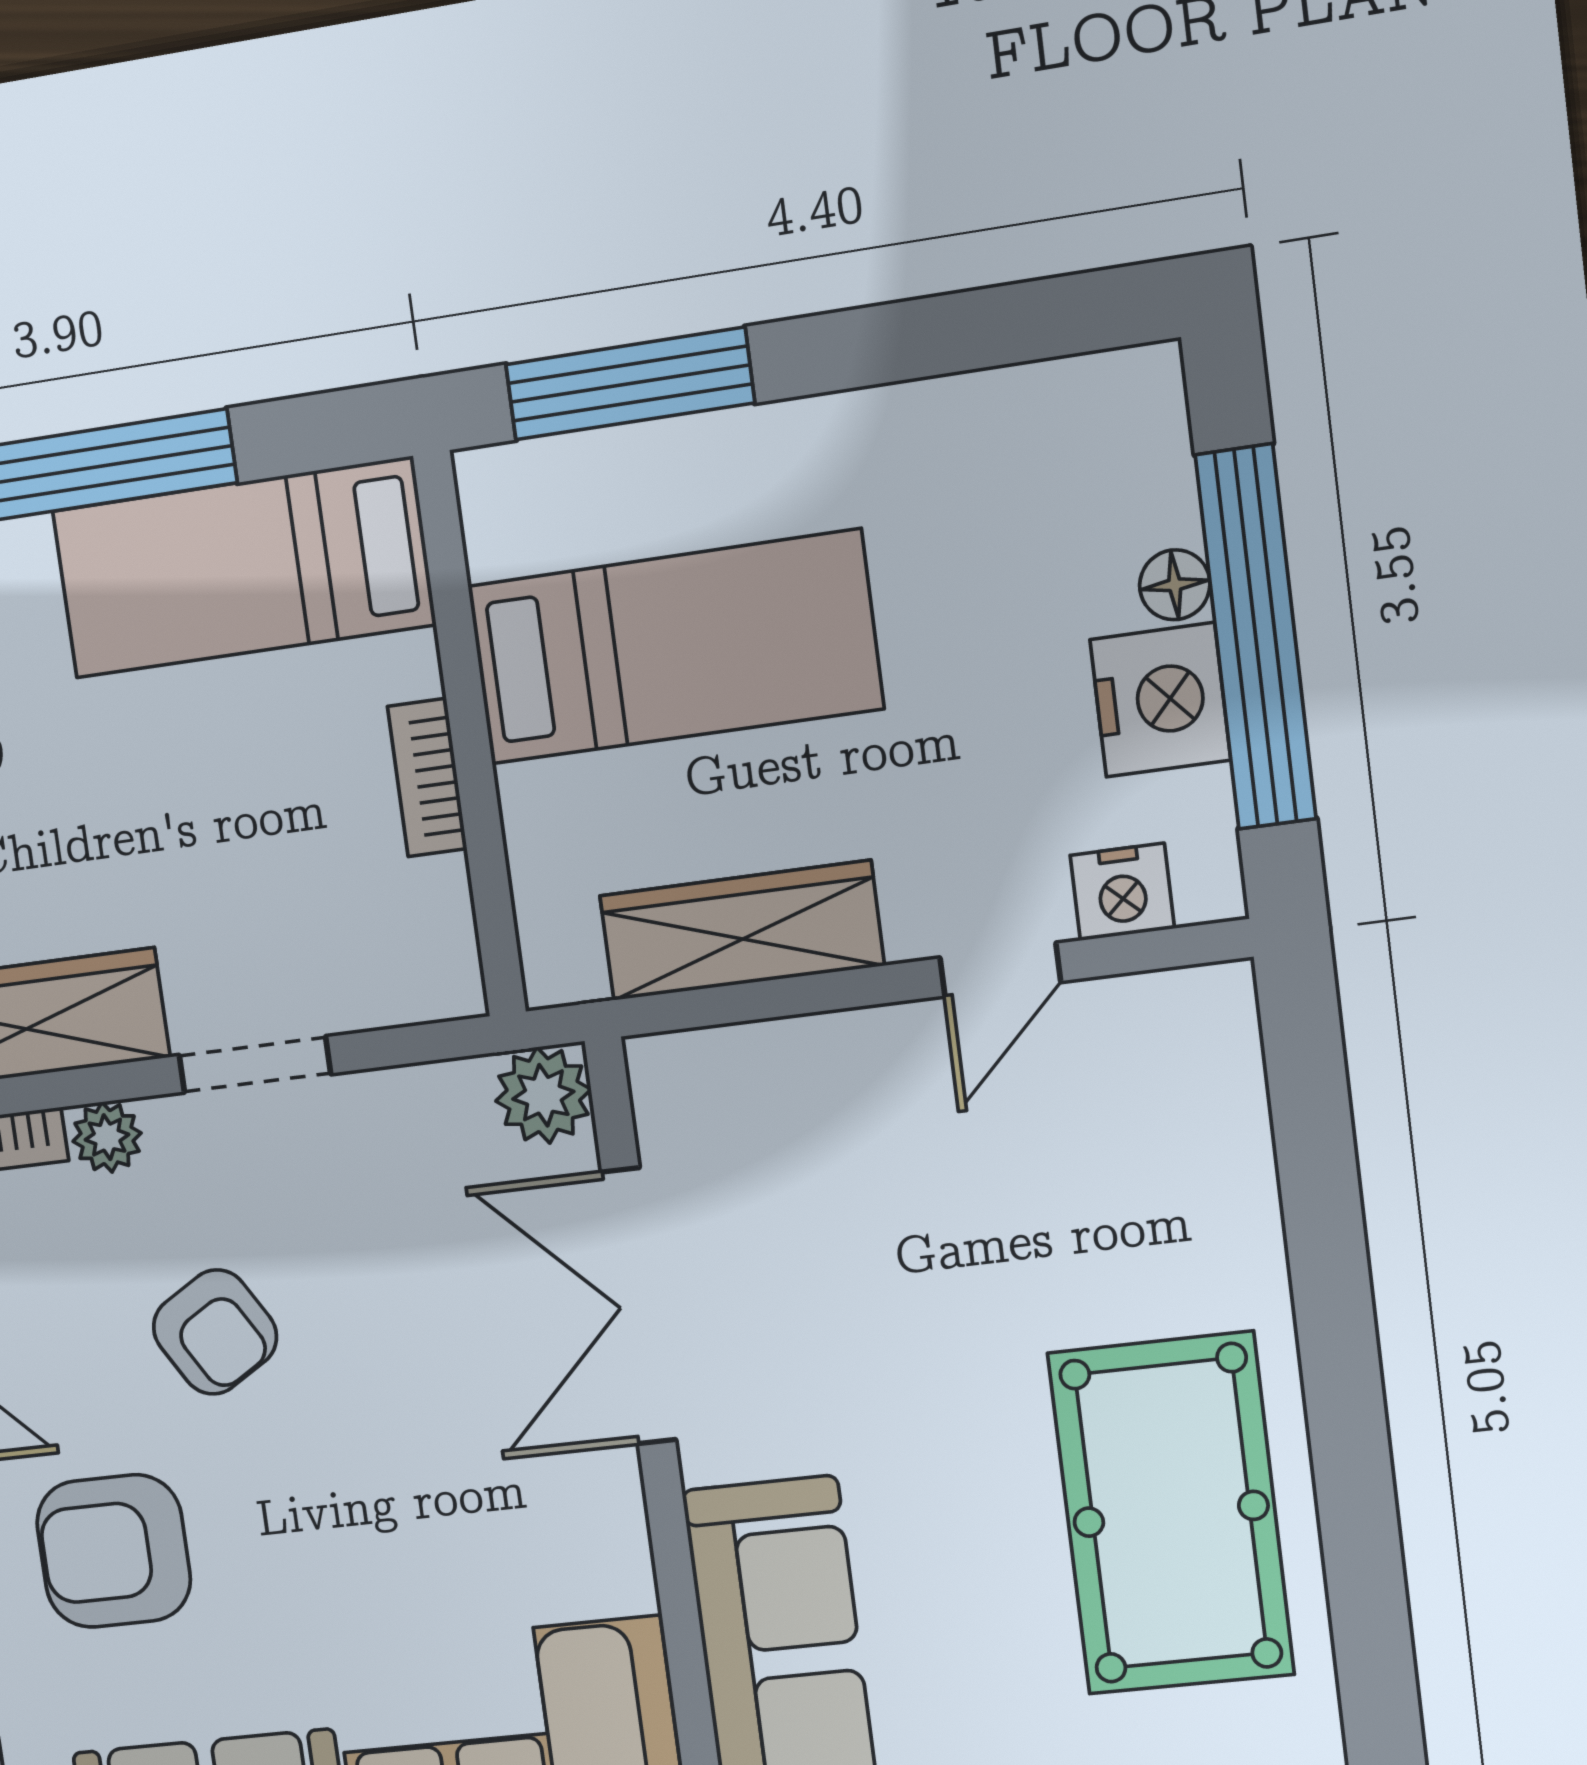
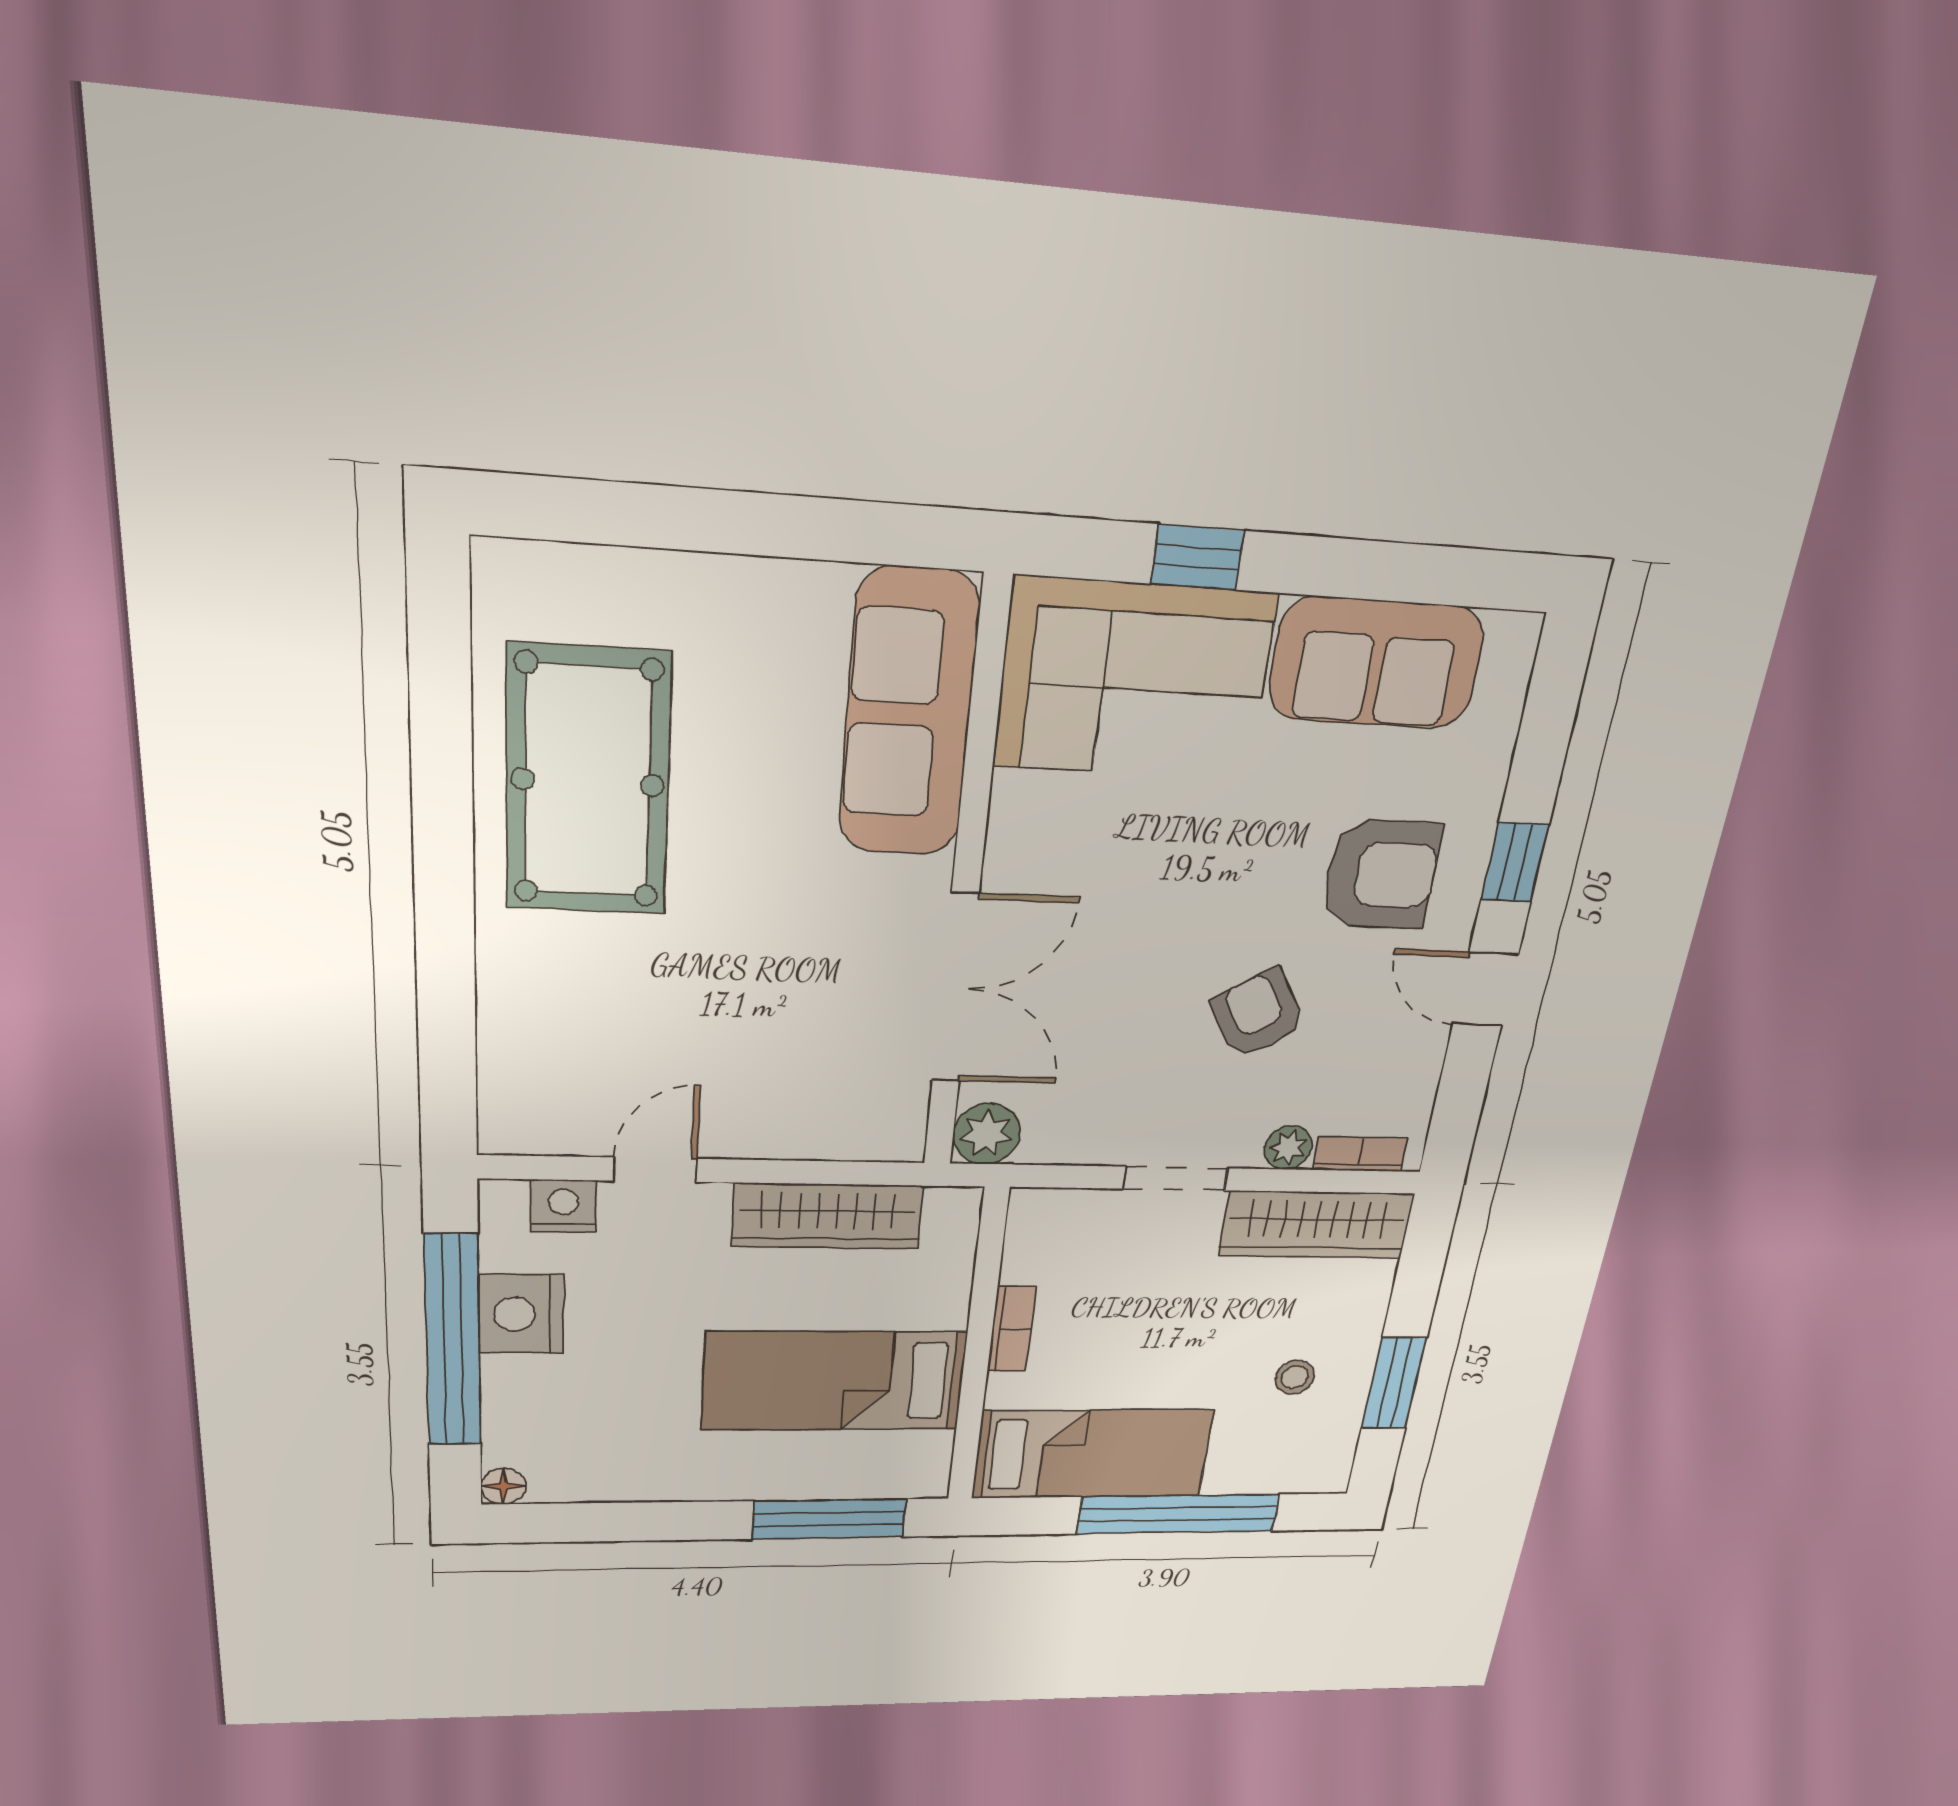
floor lamp: (1175, 585) -> (504, 1486), moved

